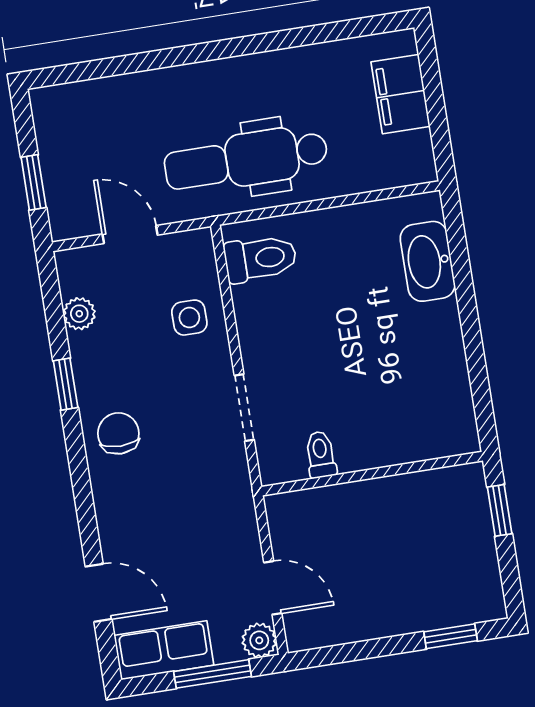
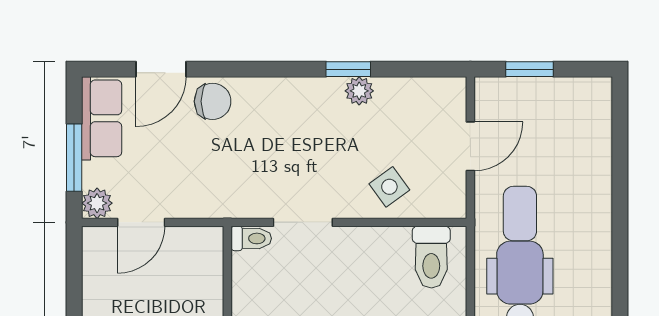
plant: (79, 314) -> (359, 91), moved
side table: (189, 318) -> (389, 187), turned -36
chair: (118, 433) -> (213, 101), moved
toilet: (321, 455) -> (251, 238), moved

